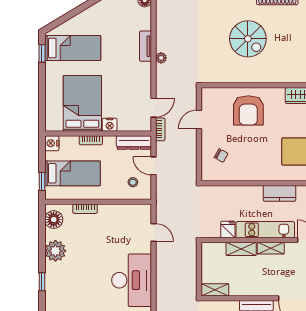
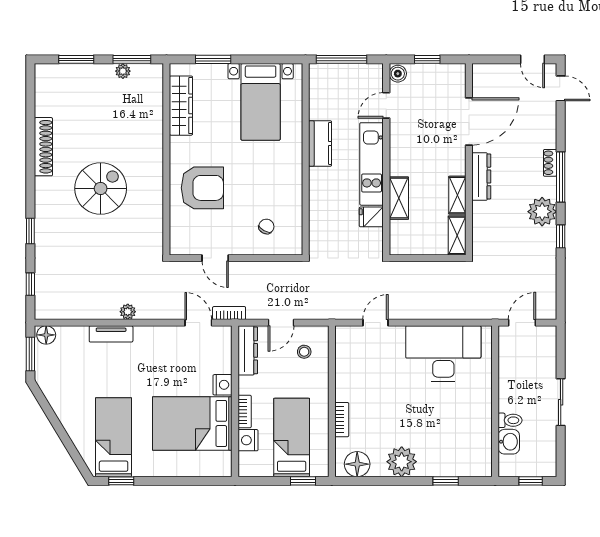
nightstand: (52, 143) -> (248, 440), moved, turned 90
shelving: (271, 248) -> (457, 195), moved

